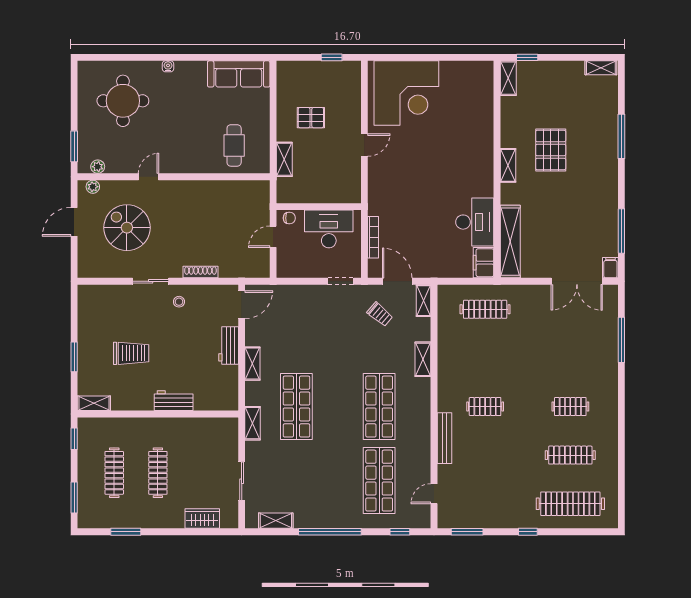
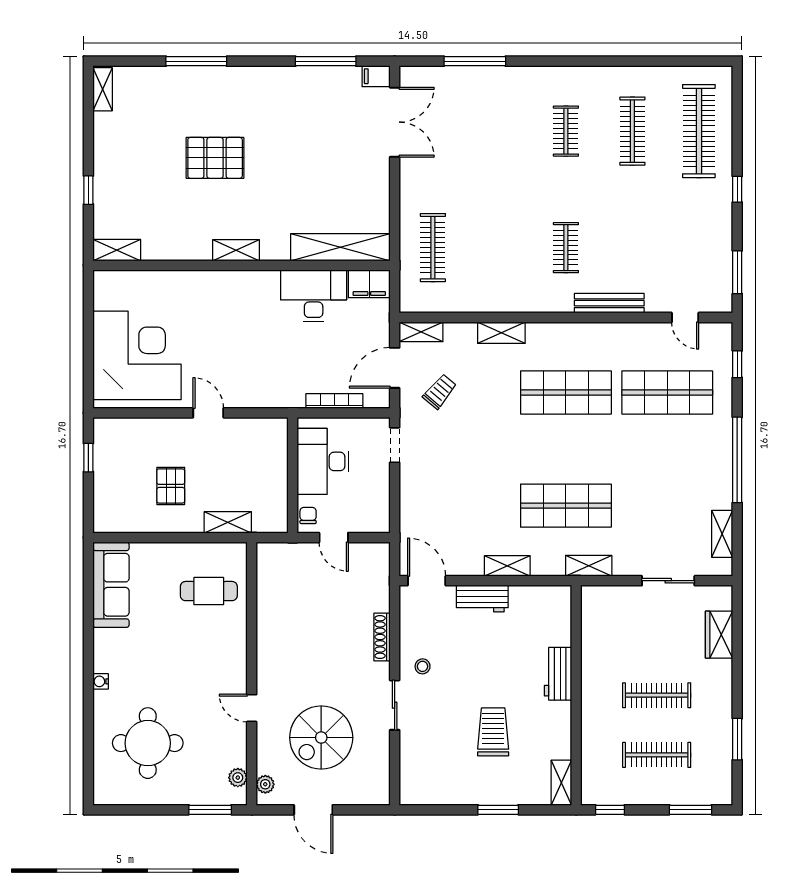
shelving: (508, 78) -> (117, 250), moved
shelving: (508, 165) -> (236, 250), moved
wall: (497, 169) -> (241, 265), moved
desk: (475, 222) -> (314, 296), moved
shelving: (510, 242) -> (340, 247), moved
filing cabinet: (484, 263) -> (369, 284), moved

